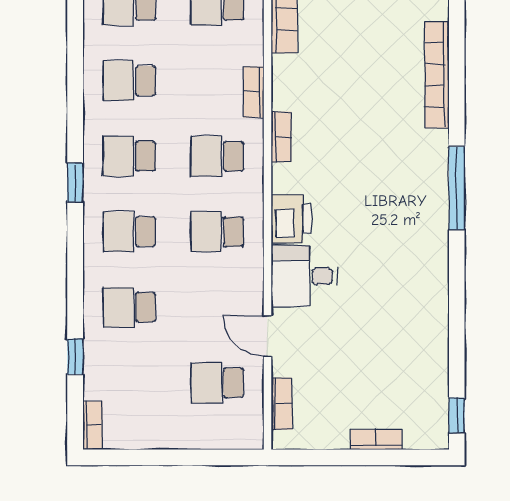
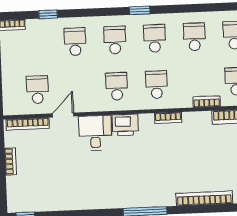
bookcase: (254, 92) -> (207, 102), moved
bookcase: (282, 404) -> (28, 124), width x1.56
bookcase: (376, 439) -> (10, 161), moved

